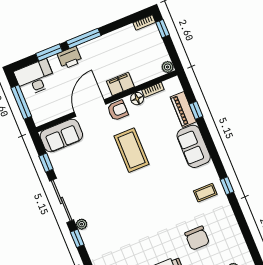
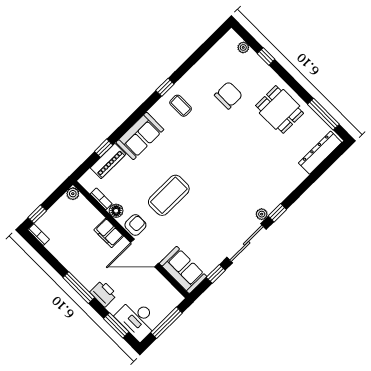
window: (49, 52) -> (116, 325), moved
armchair: (118, 110) -> (135, 225), turned 90

